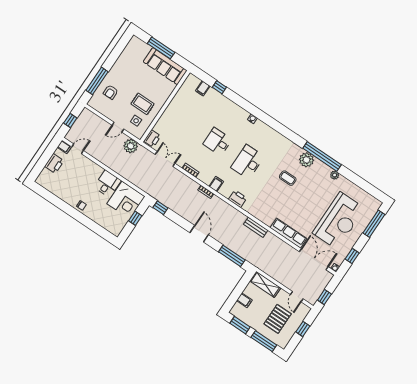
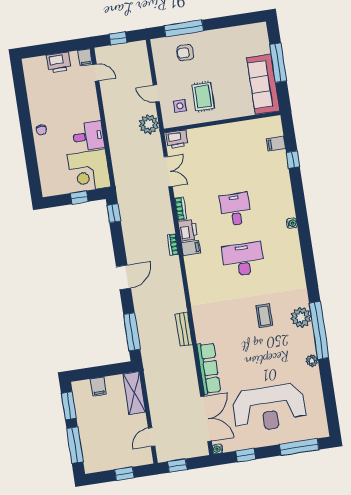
printer: (238, 199) -> (188, 230), moved
pallet: (278, 319) -> (111, 438), removed

